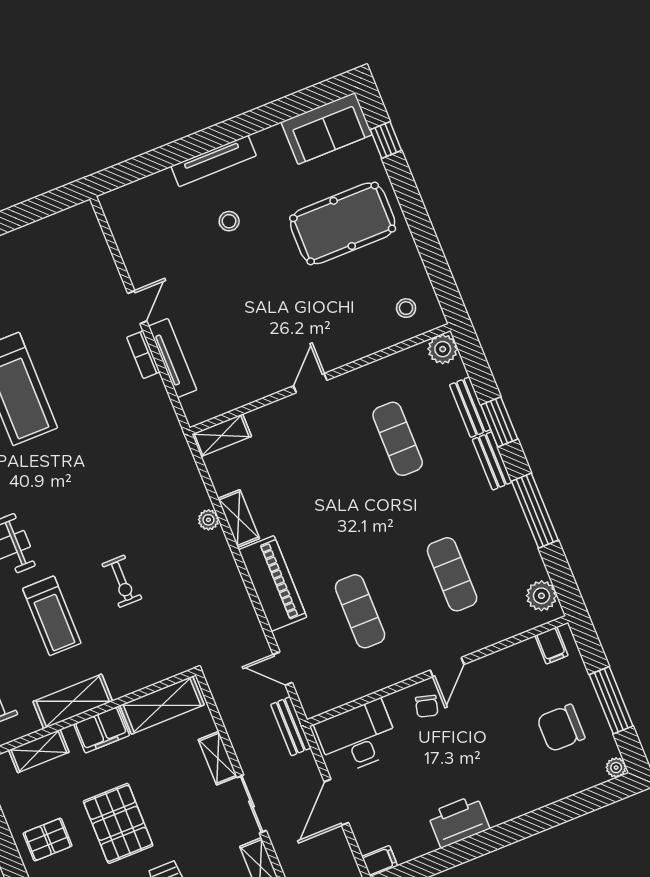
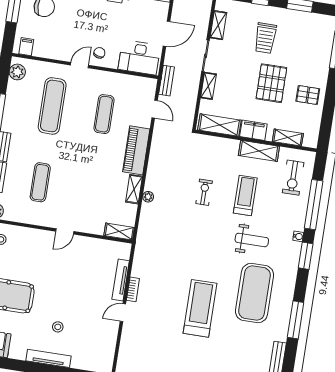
exercise mat: (452, 574) -> (52, 106), width x1.36, depth x1.45

